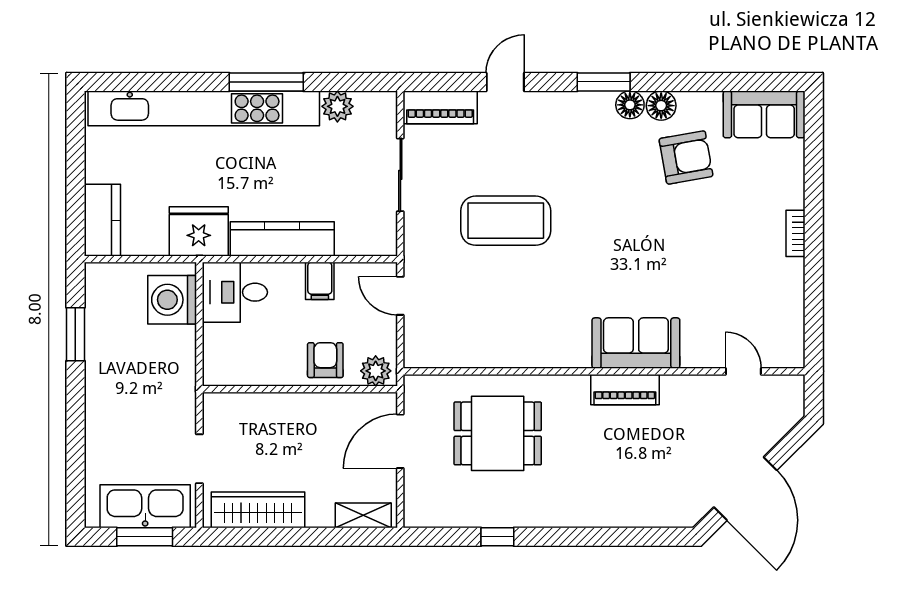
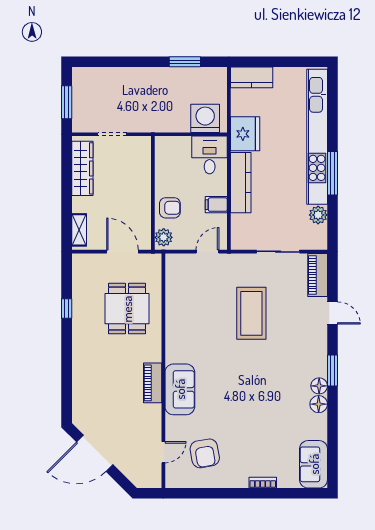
armchair: (686, 157) -> (205, 453), moved
bookcase: (796, 233) -> (263, 483), moved
kitchen sink: (145, 506) -> (84, 102), removed

